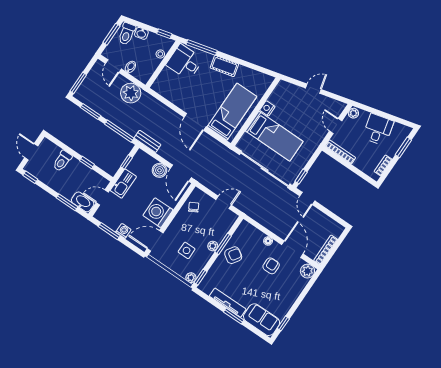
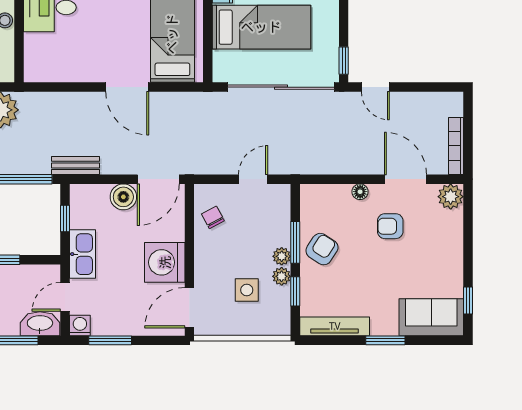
door: (181, 173) -> (158, 179), hinge flipped
washing machine: (123, 231) -> (80, 325), moved
armchair: (271, 266) -> (390, 226), turned -90
window: (201, 277) -> (295, 291), moved
plant: (191, 278) -> (282, 276), moved
tv unit: (228, 303) -> (335, 326), moved

